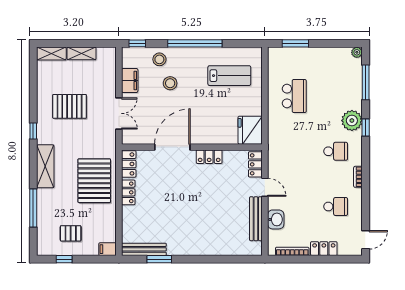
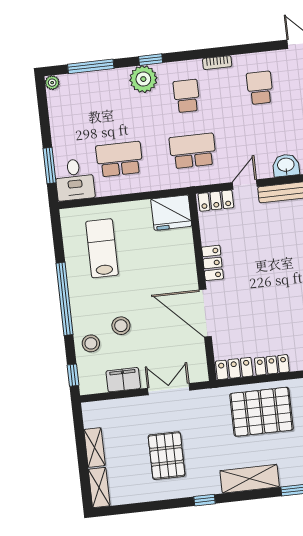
desk: (283, 61) -> (75, 180), added
school desk: (294, 151) -> (193, 151), added

